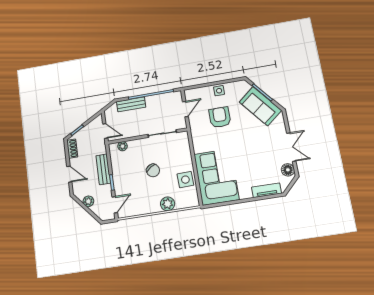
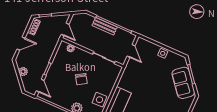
bench: (131, 104) -> (105, 26), moved
door: (185, 109) -> (131, 51), hinge flipped
armchair: (220, 117) -> (151, 72), removed
bench: (103, 169) -> (47, 56), removed
door: (69, 174) -> (21, 44), hinge flipped
door: (115, 205) -> (40, 86), hinge flipped

